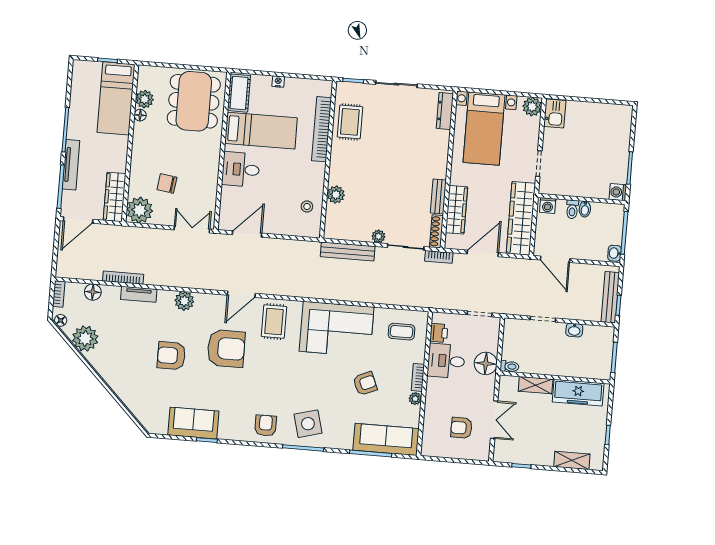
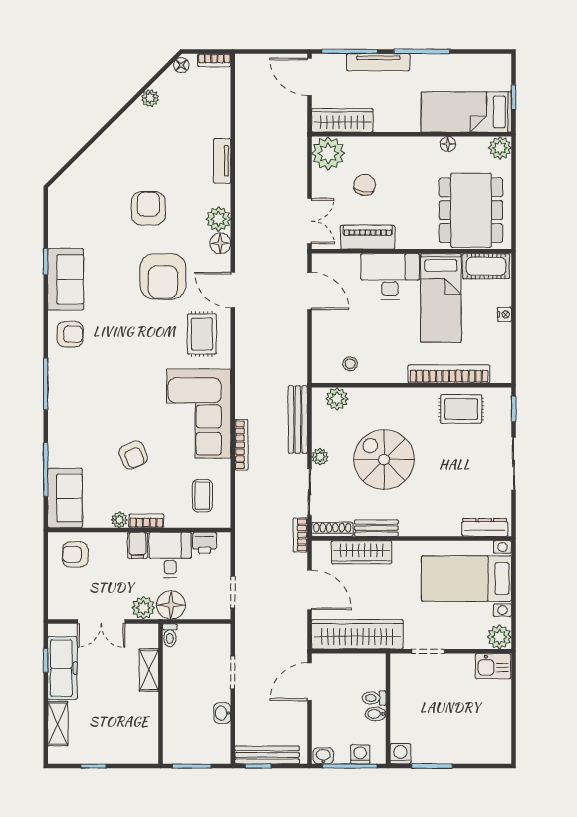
plant: (145, 99) -> (500, 148), moved
dining table: (194, 101) -> (471, 210), turned 90
desk: (241, 169) -> (390, 276), width x1.37
piano: (208, 184) -> (368, 237), added
spiral stairs: (385, 186) -> (384, 460), added
plant: (336, 195) -> (337, 399), moved
washing machine: (548, 205) -> (360, 754), moved, turned 90
bookcase: (123, 278) -> (241, 445), moved
floor lamp: (93, 292) -> (220, 243), moved
rug: (274, 322) -> (202, 334), turned 90
plant: (85, 338) -> (150, 98), width x0.53, depth x0.53
plant: (486, 385) -> (143, 608), added
filing cabinet: (436, 386) -> (137, 545), added
freezer: (578, 393) -> (62, 668), moved, turned 180
sofa: (193, 423) -> (66, 279), moved
side table: (308, 424) -> (77, 387), removed
armchair: (461, 428) -> (75, 554), moved, turned -90
sofa: (386, 439) -> (65, 498), width x0.73

